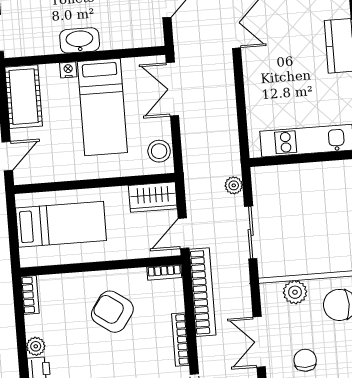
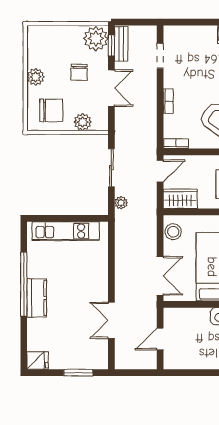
bookcase: (203, 292) -> (150, 127), removed
bookcase: (180, 340) -> (168, 101), width x0.64

